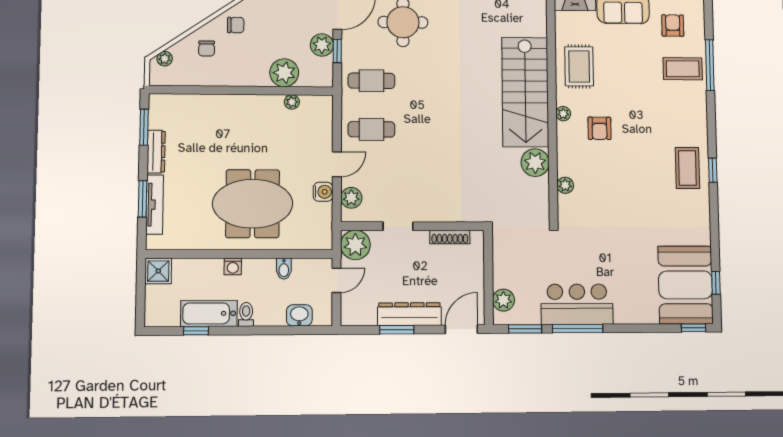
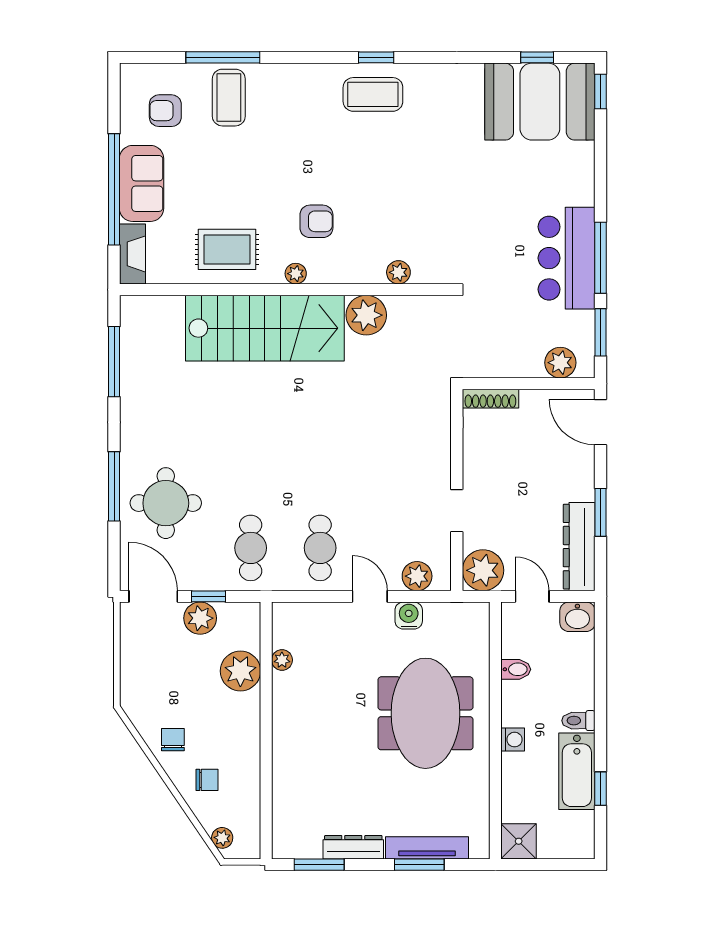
shoe rack: (450, 237) -> (490, 399), moved, turned 90
dresser: (409, 314) -> (579, 547), moved
washbasin: (299, 315) -> (577, 617), moved, turned -90

